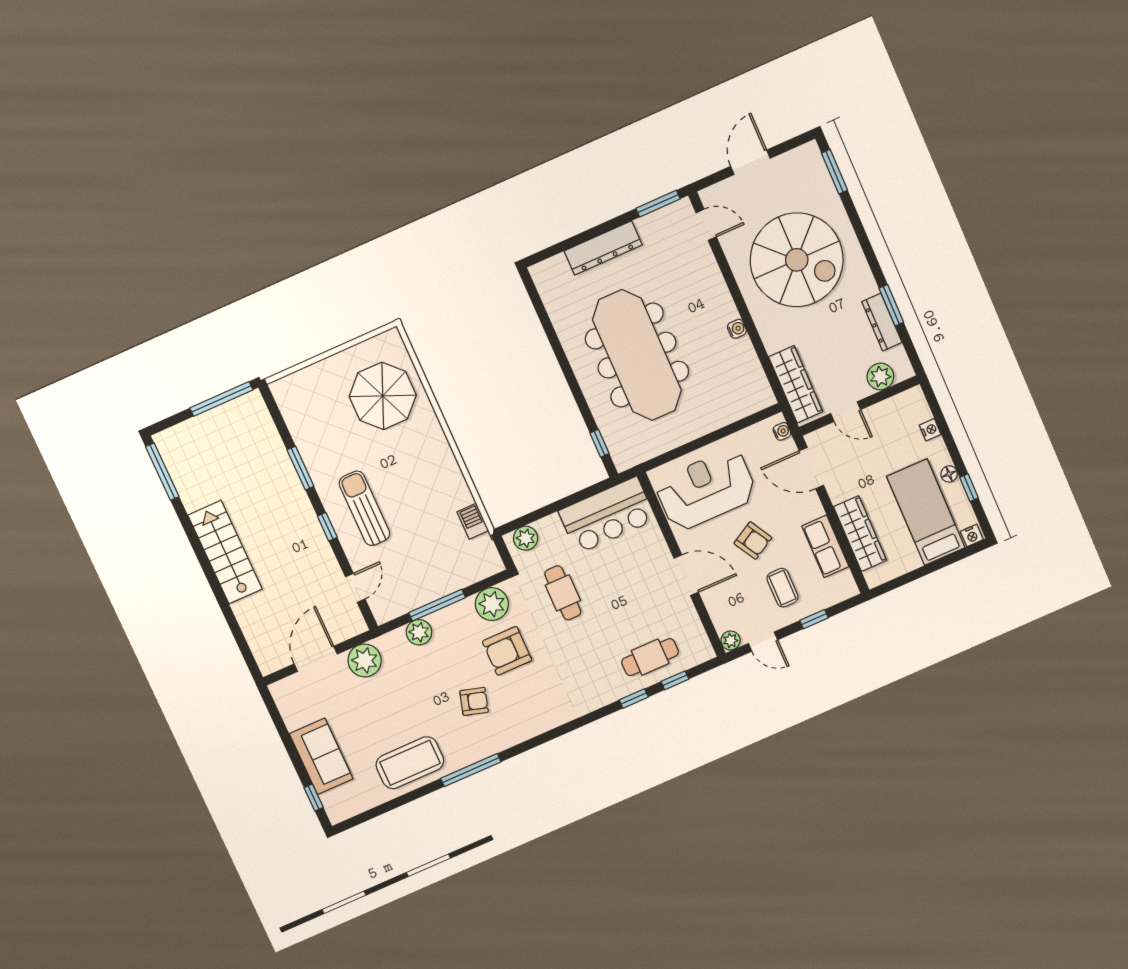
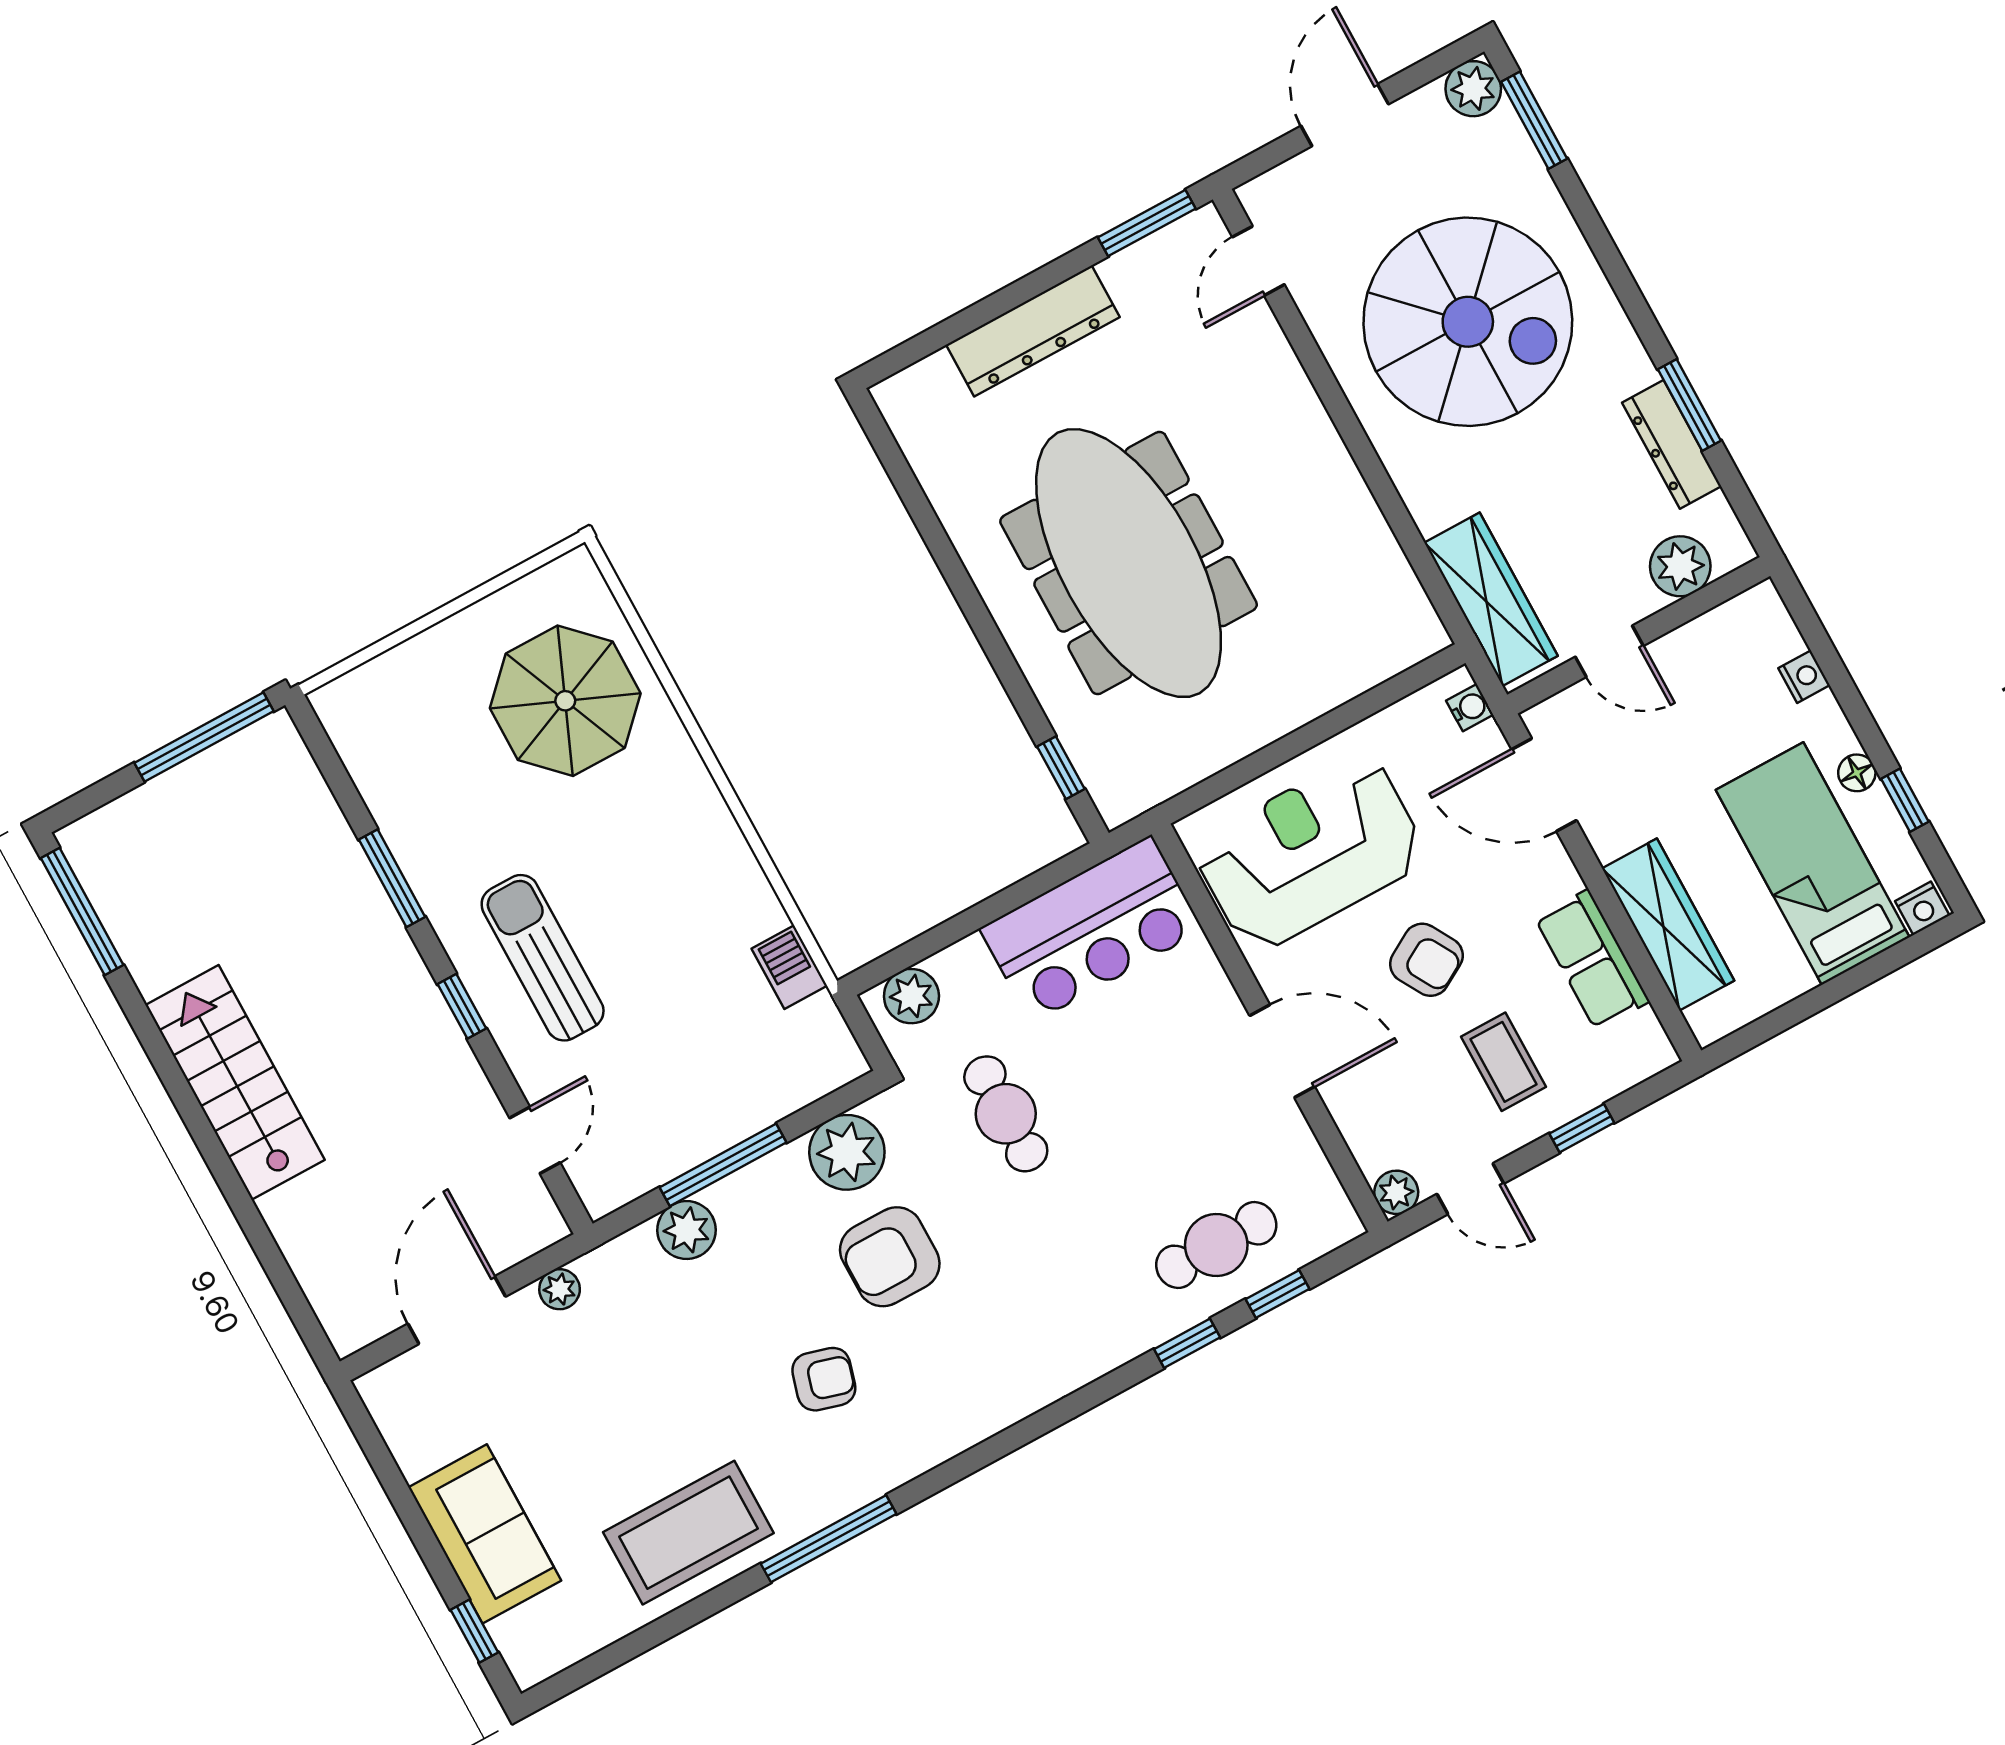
plant: (809, 155) -> (1473, 89), added
door: (706, 225) -> (1258, 261), swing flipped
water cooler: (737, 329) -> (1348, 486), removed
plant: (365, 660) -> (560, 1289), width x0.53, depth x0.53

